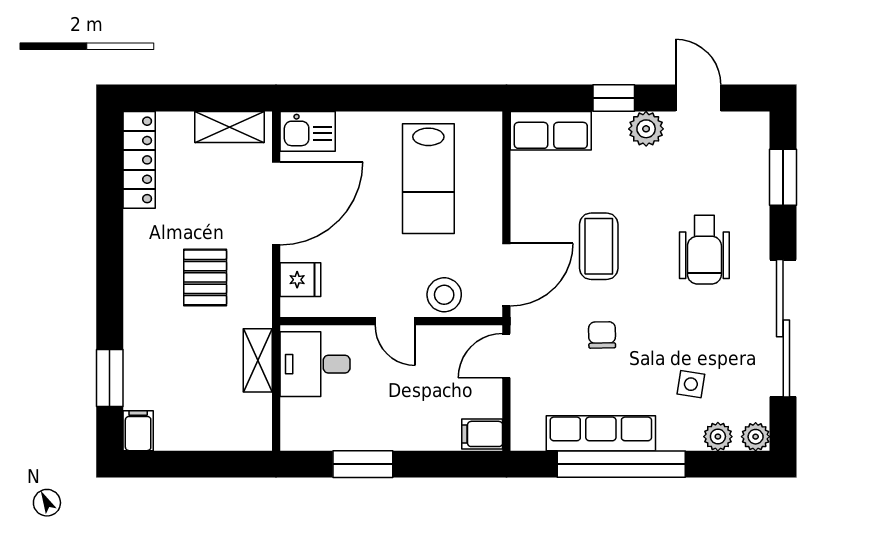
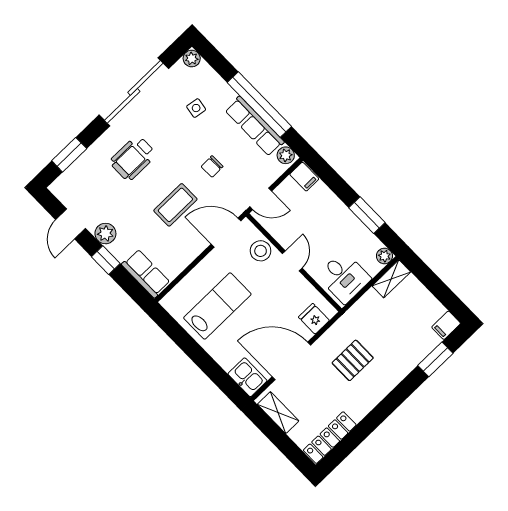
wheelchair: (704, 250) -> (133, 158), turned 180
shelving: (258, 360) -> (391, 279), moved
plant: (718, 437) -> (286, 155), moved
plant: (293, 438) -> (384, 256), added

